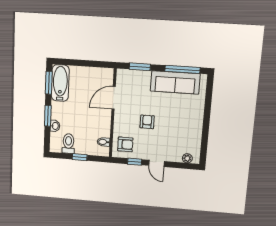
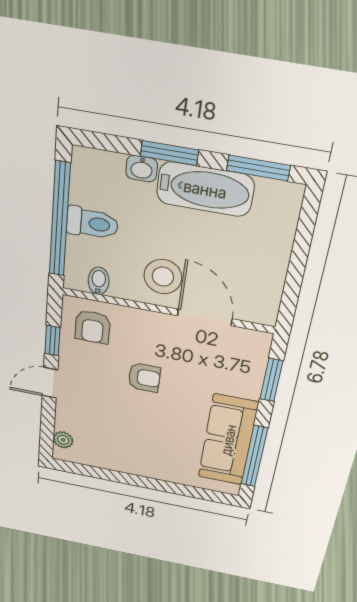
bathtub: (60, 83) -> (205, 189), moved
stool: (98, 116) -> (163, 277), added
toilet: (68, 144) -> (92, 223), moved
window: (80, 157) -> (60, 220), width x3.17

